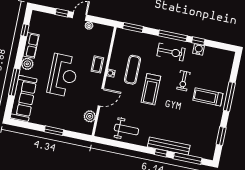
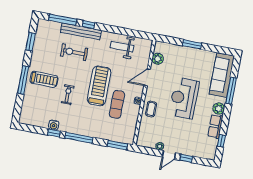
exercise bike: (171, 52) -> (74, 52), moved
treadmill: (151, 89) -> (99, 86), width x1.37, depth x1.38

